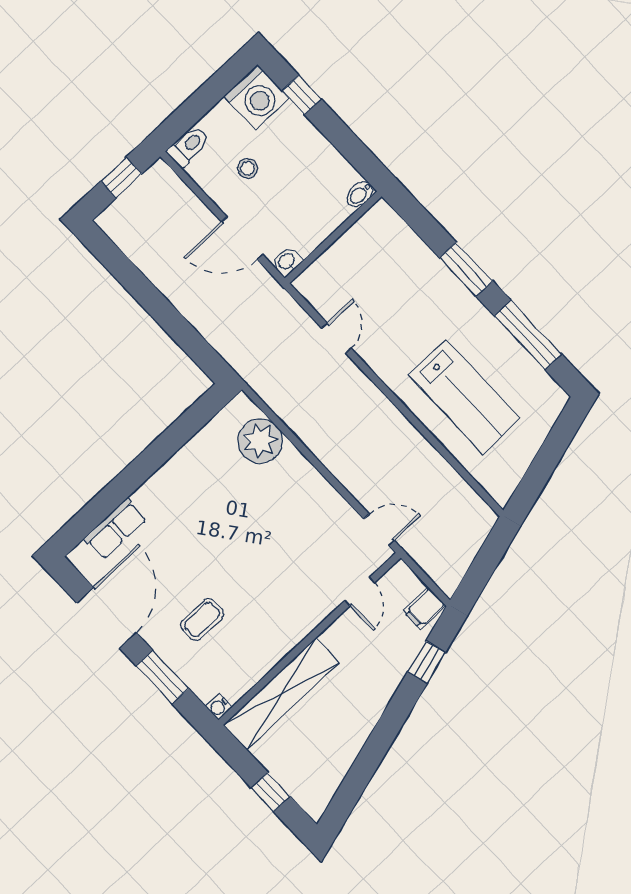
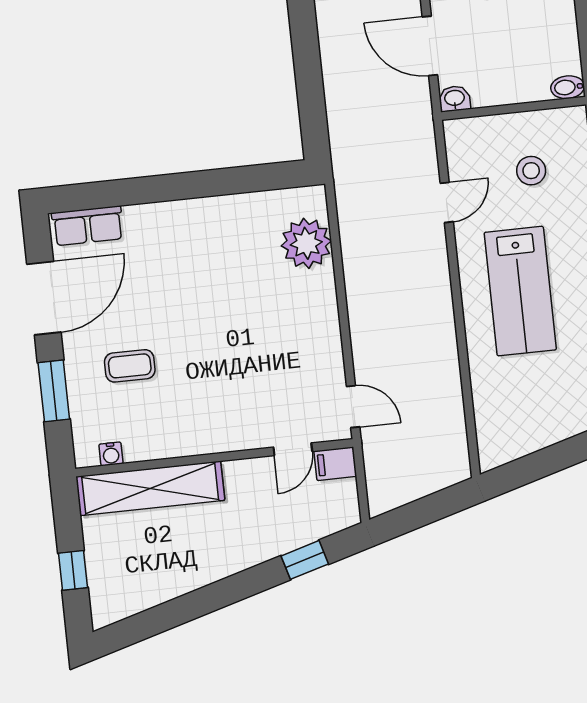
stool: (378, 271) -> (531, 171), added
lab bench: (464, 396) -> (520, 291), moved
row of seats: (115, 529) -> (88, 226), moved
filing cabinet: (424, 608) -> (335, 464), moved
water cooler: (219, 707) -> (111, 454), moved, turned -90

